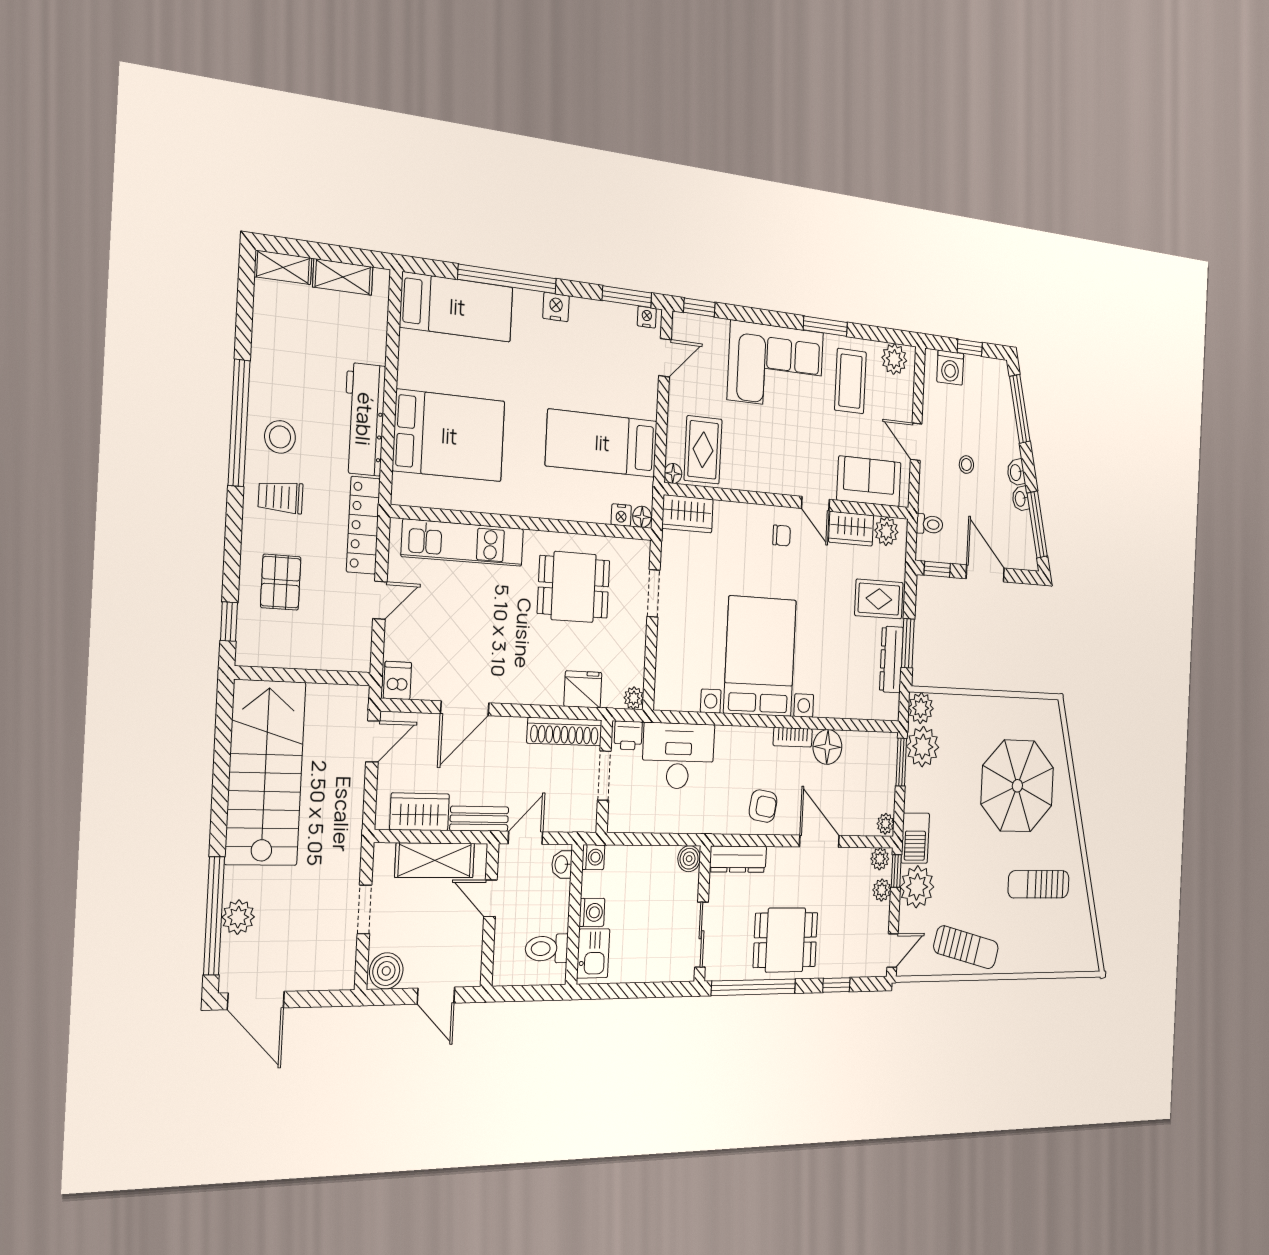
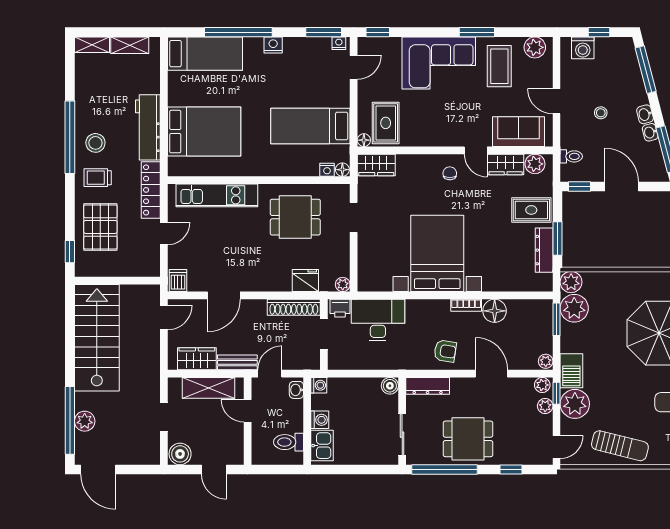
chair: (782, 536) -> (450, 173), turned -90
pallet: (281, 582) -> (100, 227), width x1.50, depth x1.42

